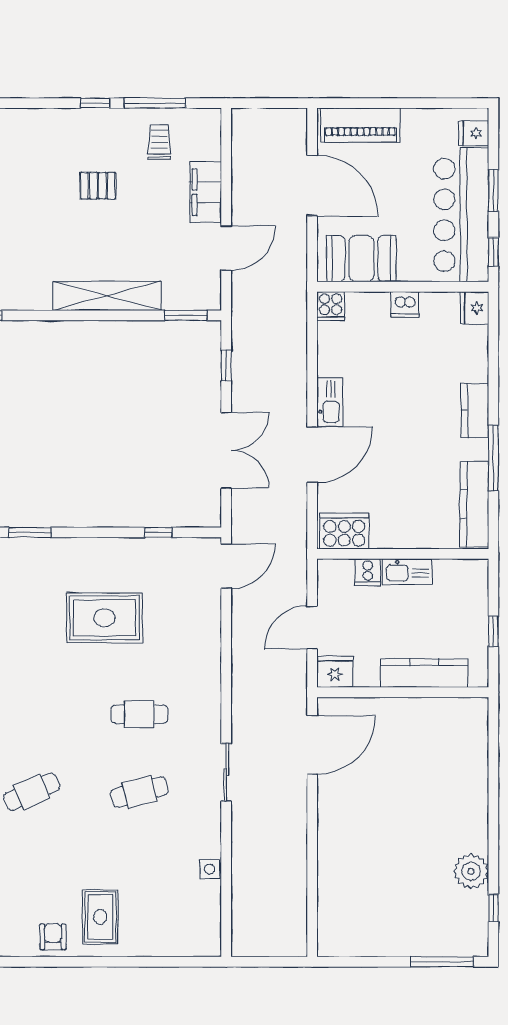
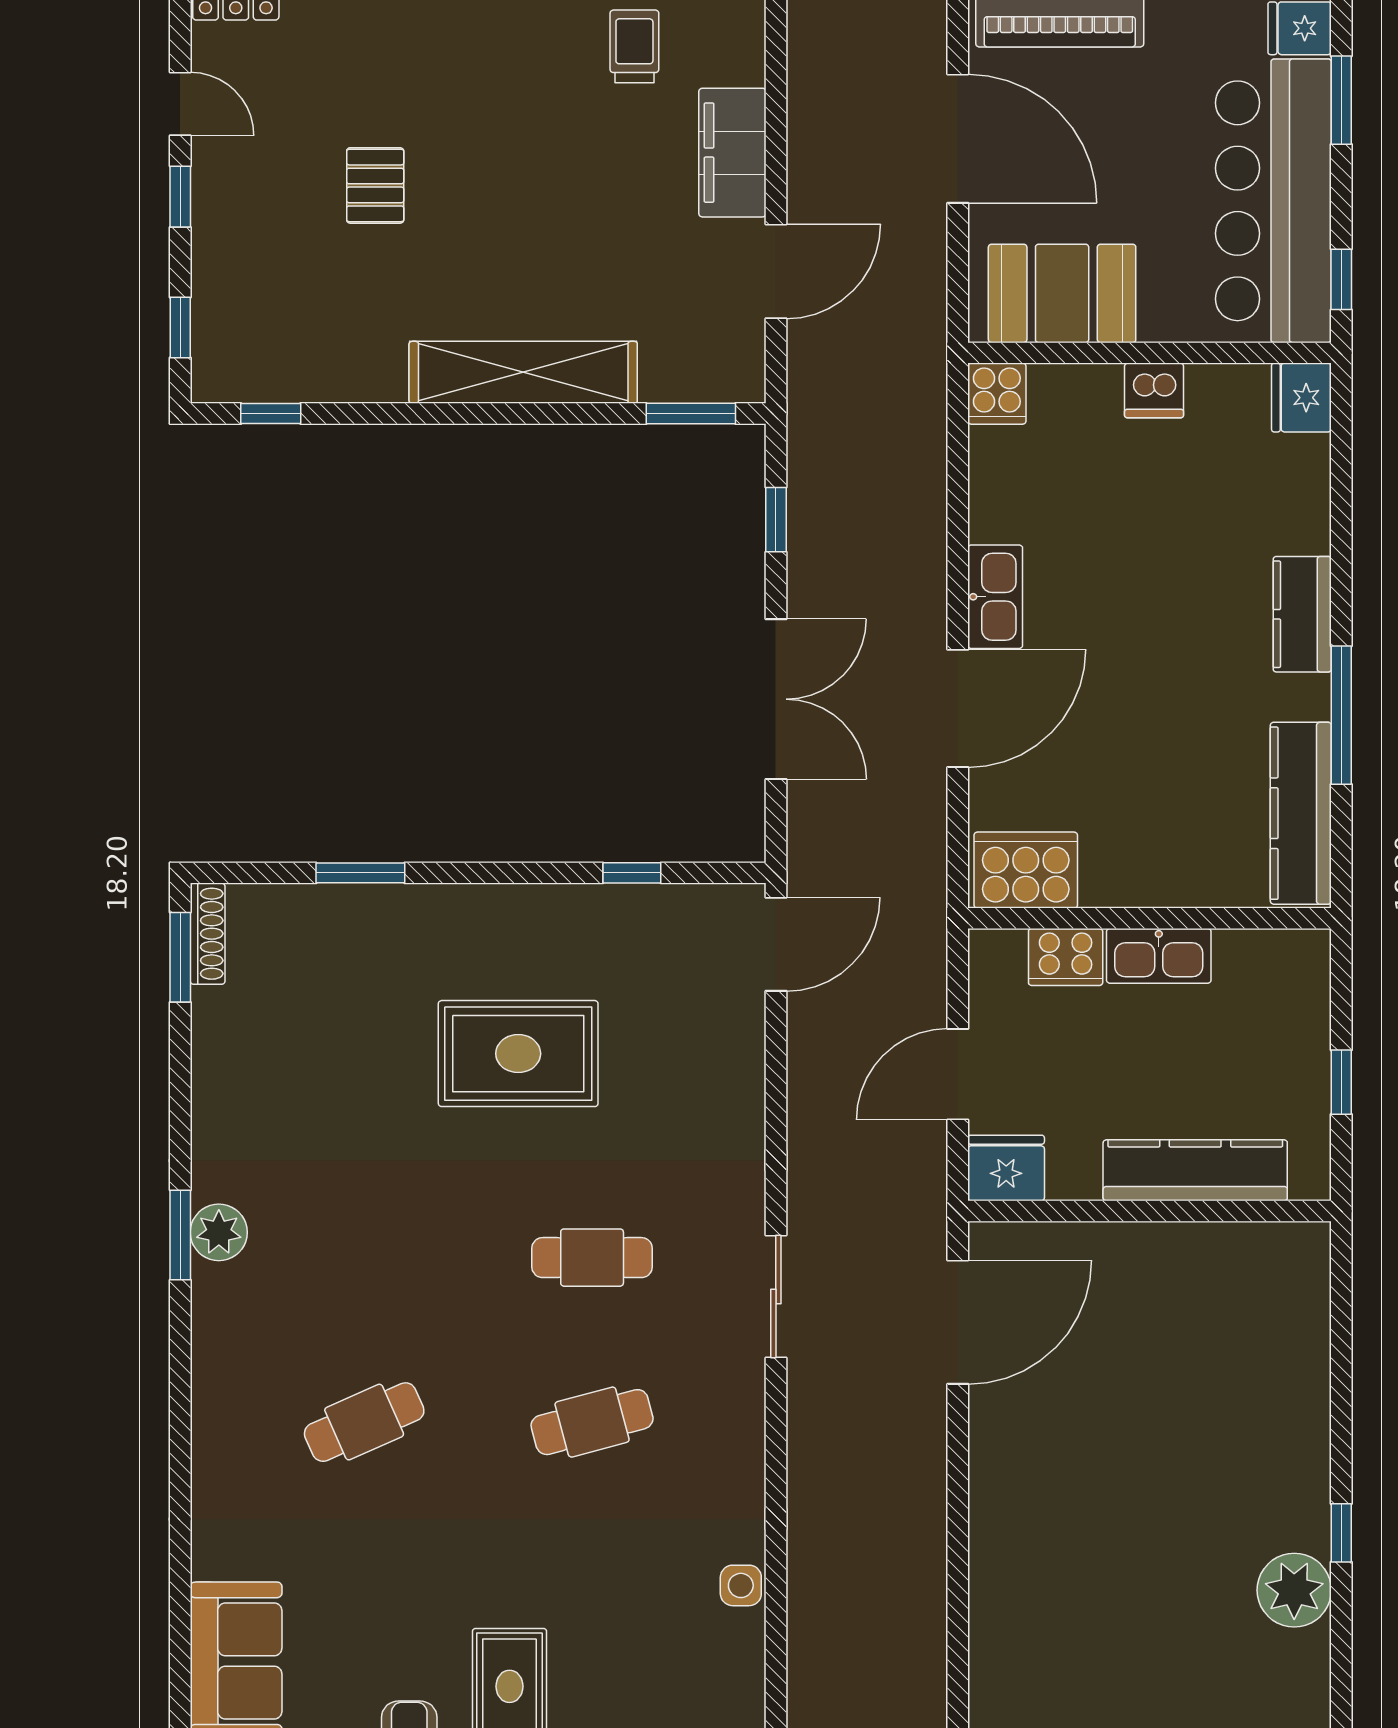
pallet: (98, 186) -> (375, 185), moved, turned 90
window: (493, 191) -> (1341, 100), moved
cooker: (368, 572) -> (1066, 957), width x1.36
sliding door: (226, 772) -> (776, 1296), moved
window: (493, 908) -> (1341, 1533), moved

